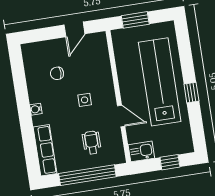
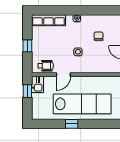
wheelchair: (92, 143) -> (46, 66), moved
window: (170, 162) -> (27, 91), moved
window: (87, 175) -> (27, 46), width x0.32

